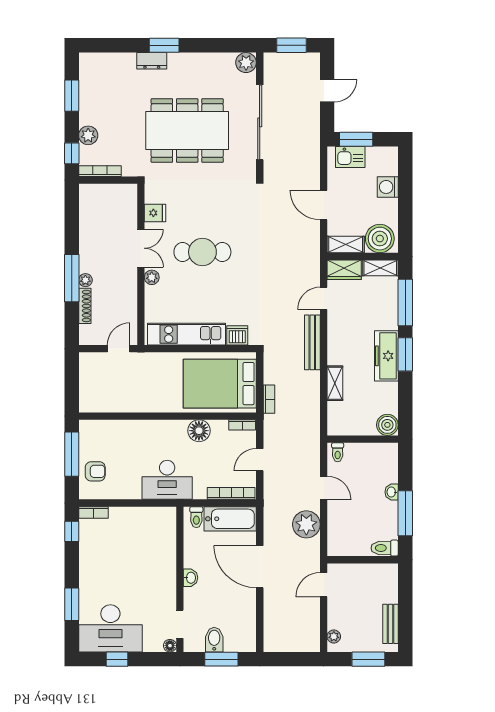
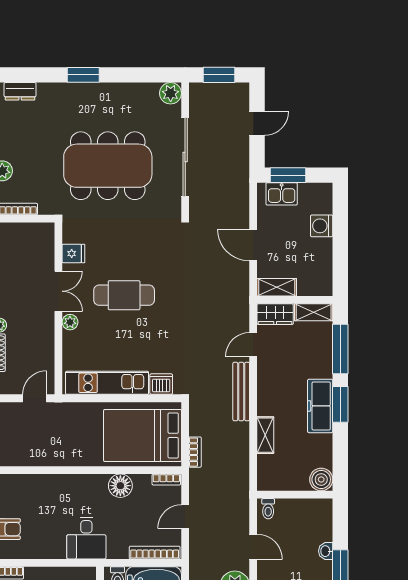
dresser: (152, 61) -> (20, 91), moved
boiler: (380, 239) -> (313, 281), removed
desk: (167, 480) -> (86, 538), width x0.73

